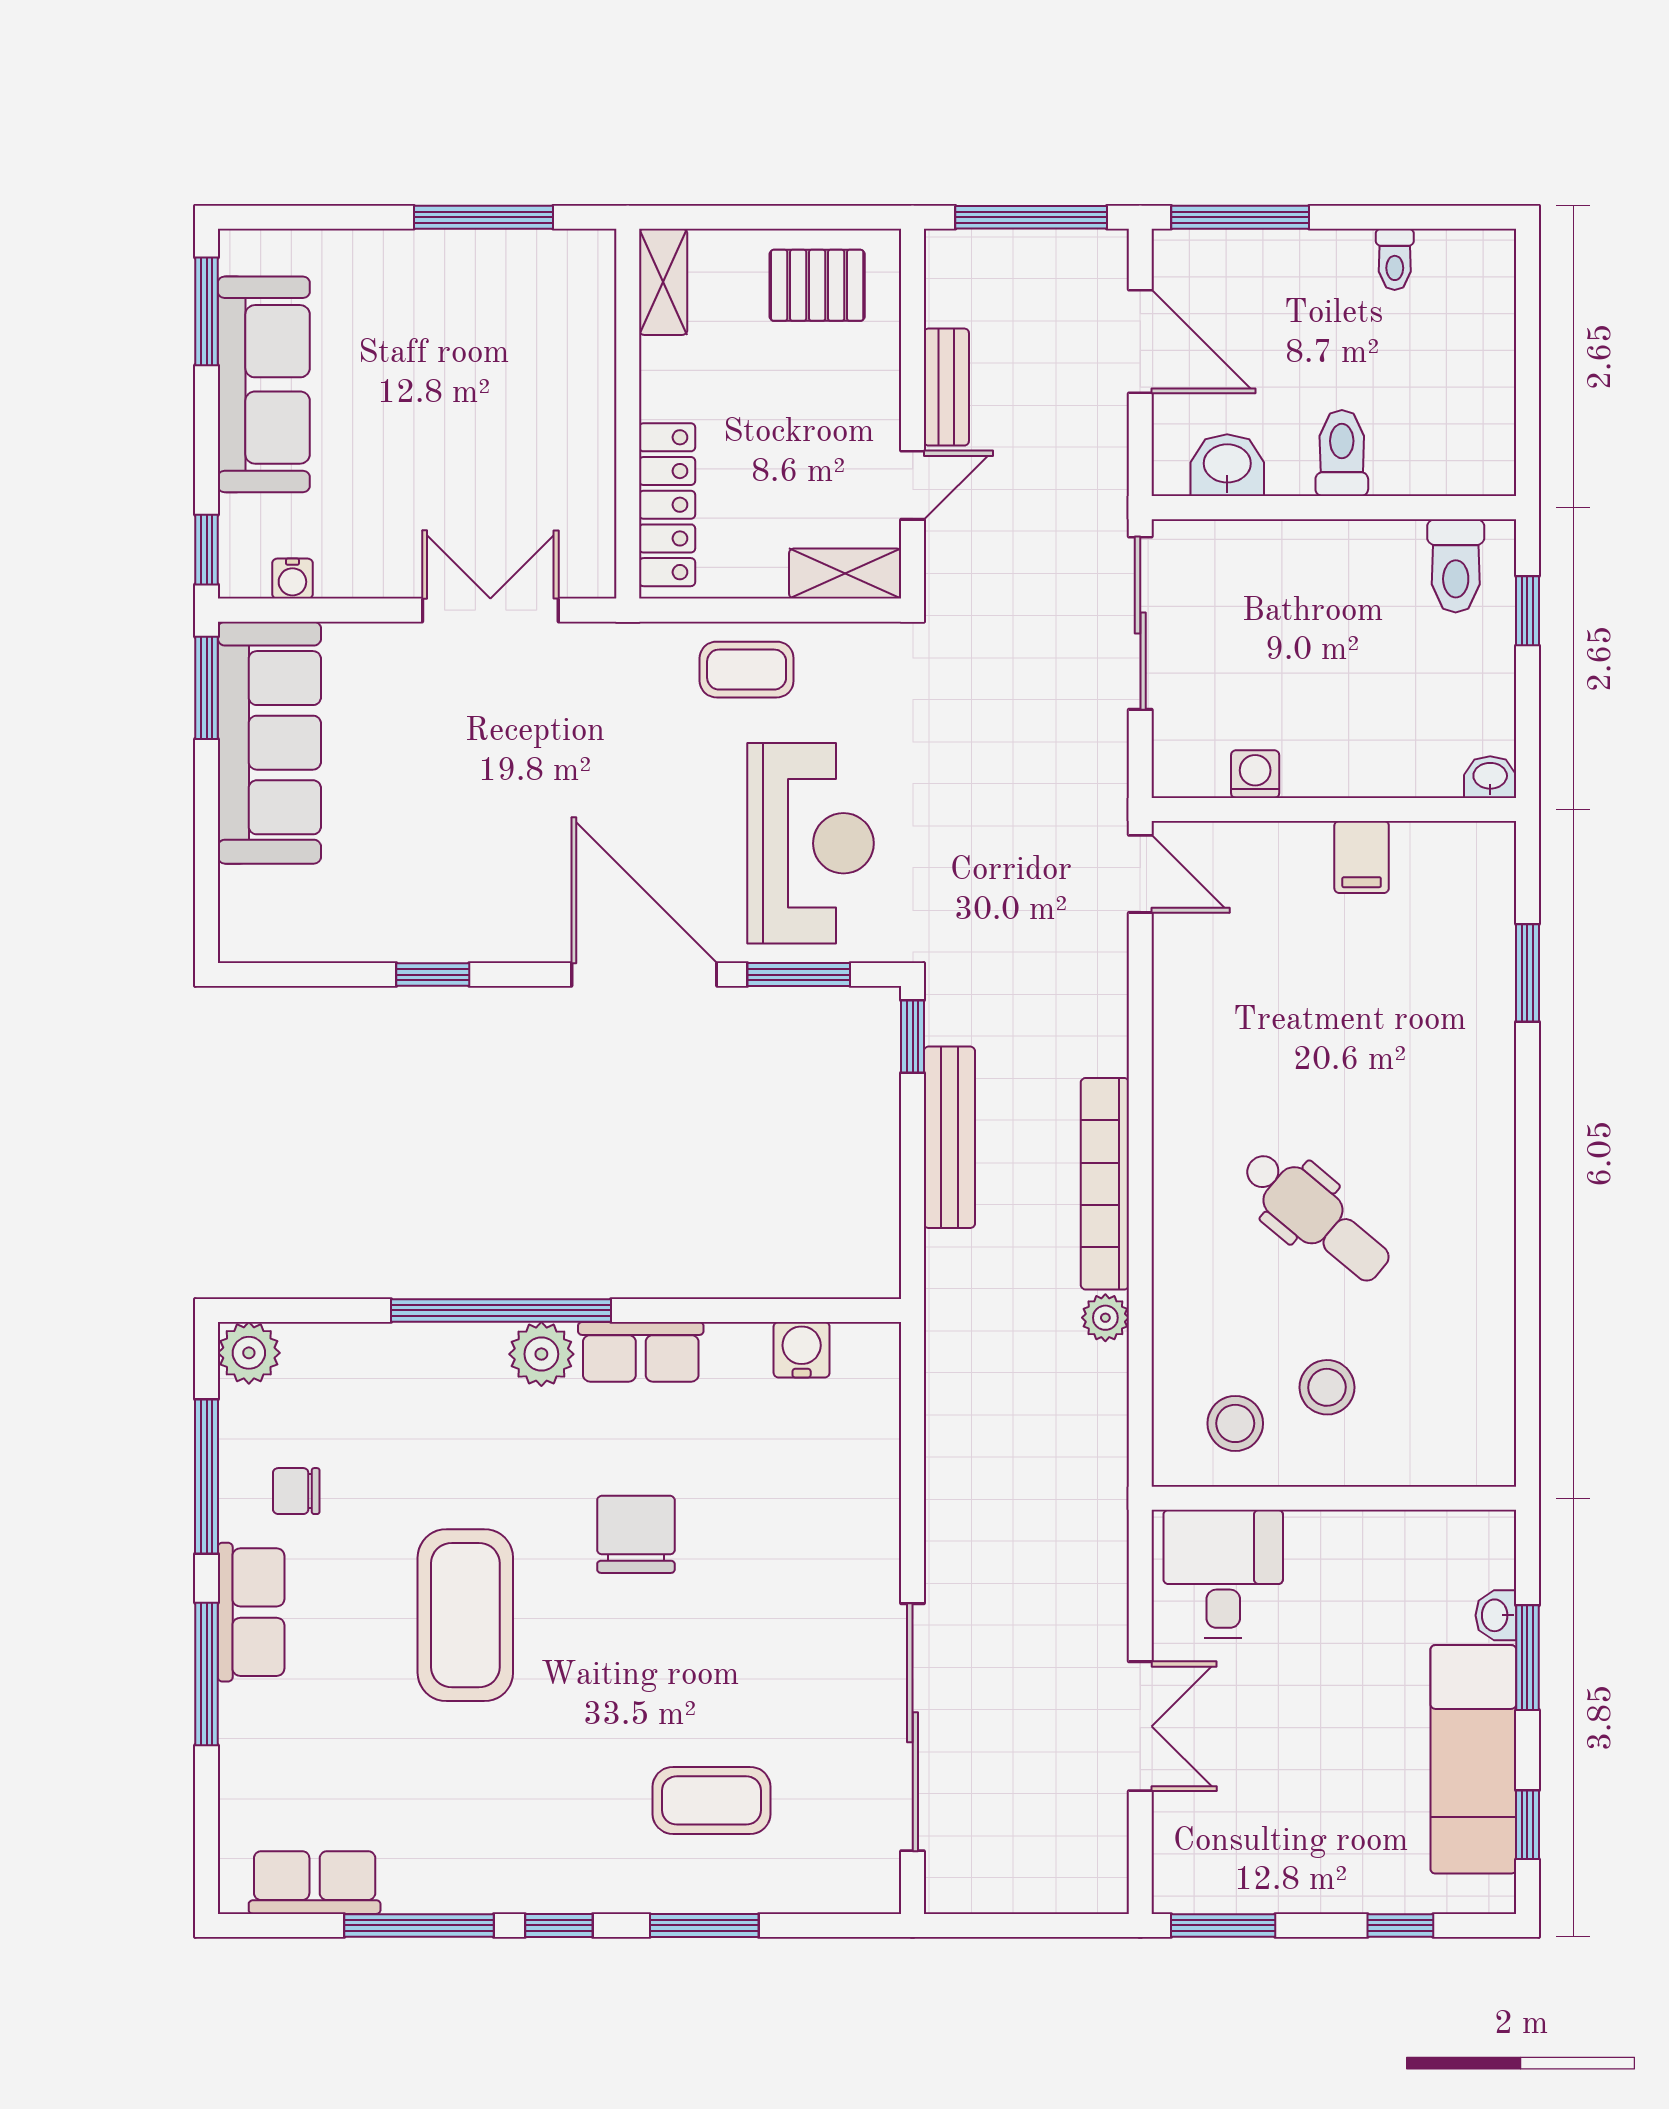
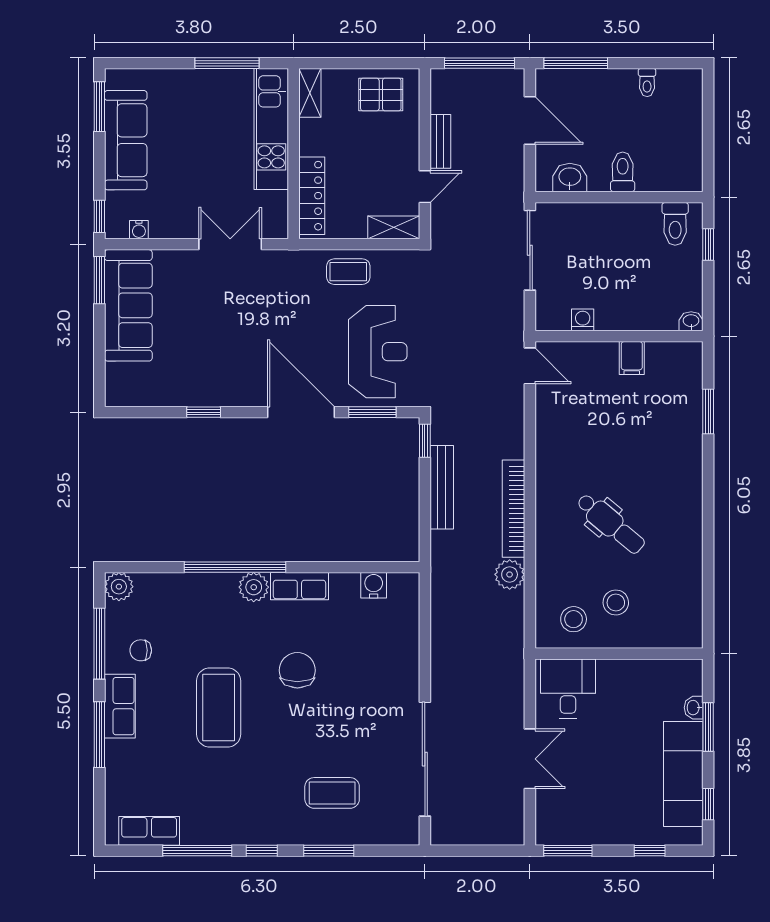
kitchen unit: (579, 360) -> (271, 129), added
plant: (1105, 1318) -> (510, 574), width x1.38, depth x1.38

